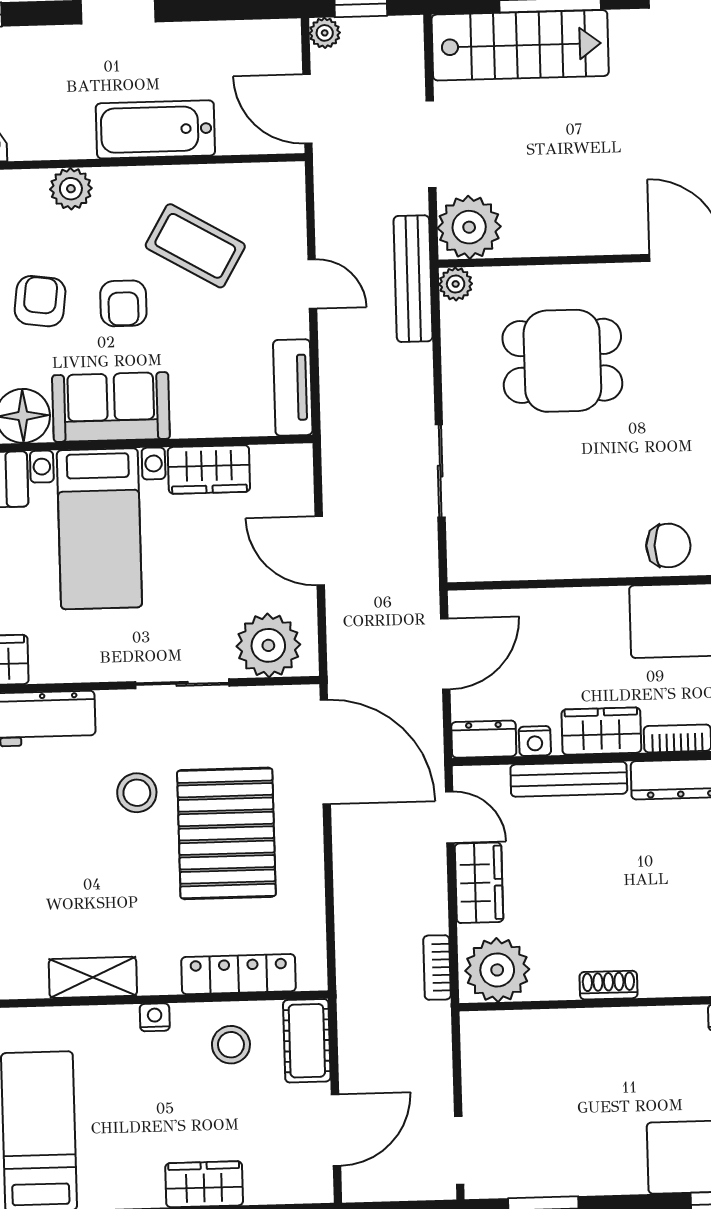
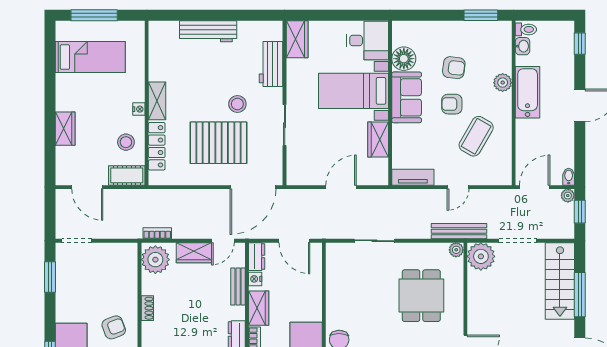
bidet: (282, 32) -> (569, 177), added
bathtub: (155, 129) -> (528, 92), moved
plant: (268, 645) -> (300, 163), removed
bench: (569, 779) -> (238, 287), width x0.73
shelving: (93, 977) -> (157, 101), moved
armchair: (655, 1061) -> (114, 327), added

